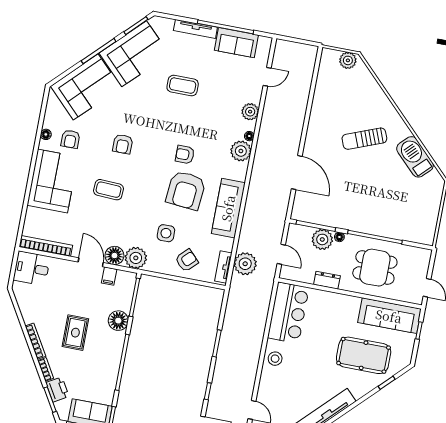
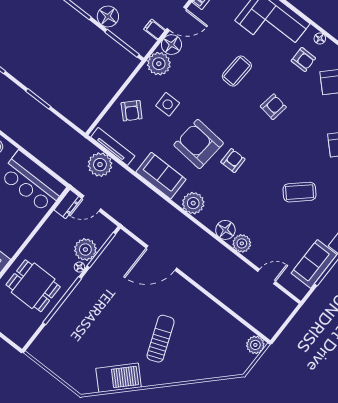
plant: (348, 60) -> (255, 345), moved
door: (267, 77) -> (267, 277), swing flipped
coffee table: (183, 86) -> (300, 192), turned 48
floor lamp: (249, 136) -> (225, 230), width x1.89, depth x1.89
armchair: (70, 139) -> (303, 60), turned 180
armchair: (123, 144) -> (273, 107), turned 99
plant: (241, 151) -> (193, 203), moved
sofa: (228, 208) -> (161, 176), width x0.73
tv unit: (223, 267) -> (113, 146), width x1.41
dining table: (375, 268) -> (33, 286), turned 90
dresser: (327, 280) -> (68, 204), moved

